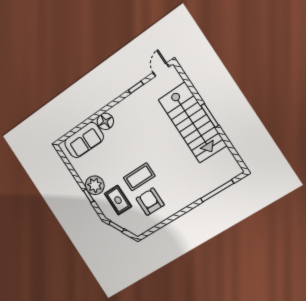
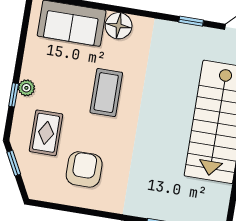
coffee table: (139, 177) -> (106, 93), moved, turned 90
plant: (95, 185) -> (26, 88), width x0.53, depth x0.53

